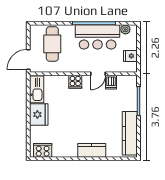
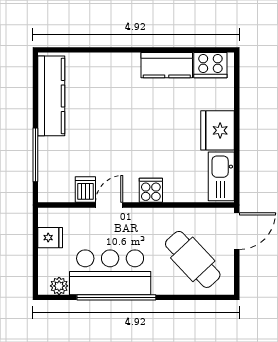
cafe table: (52, 44) -> (193, 259), turned -43
kitchen counter: (92, 150) -> (167, 65), moved

